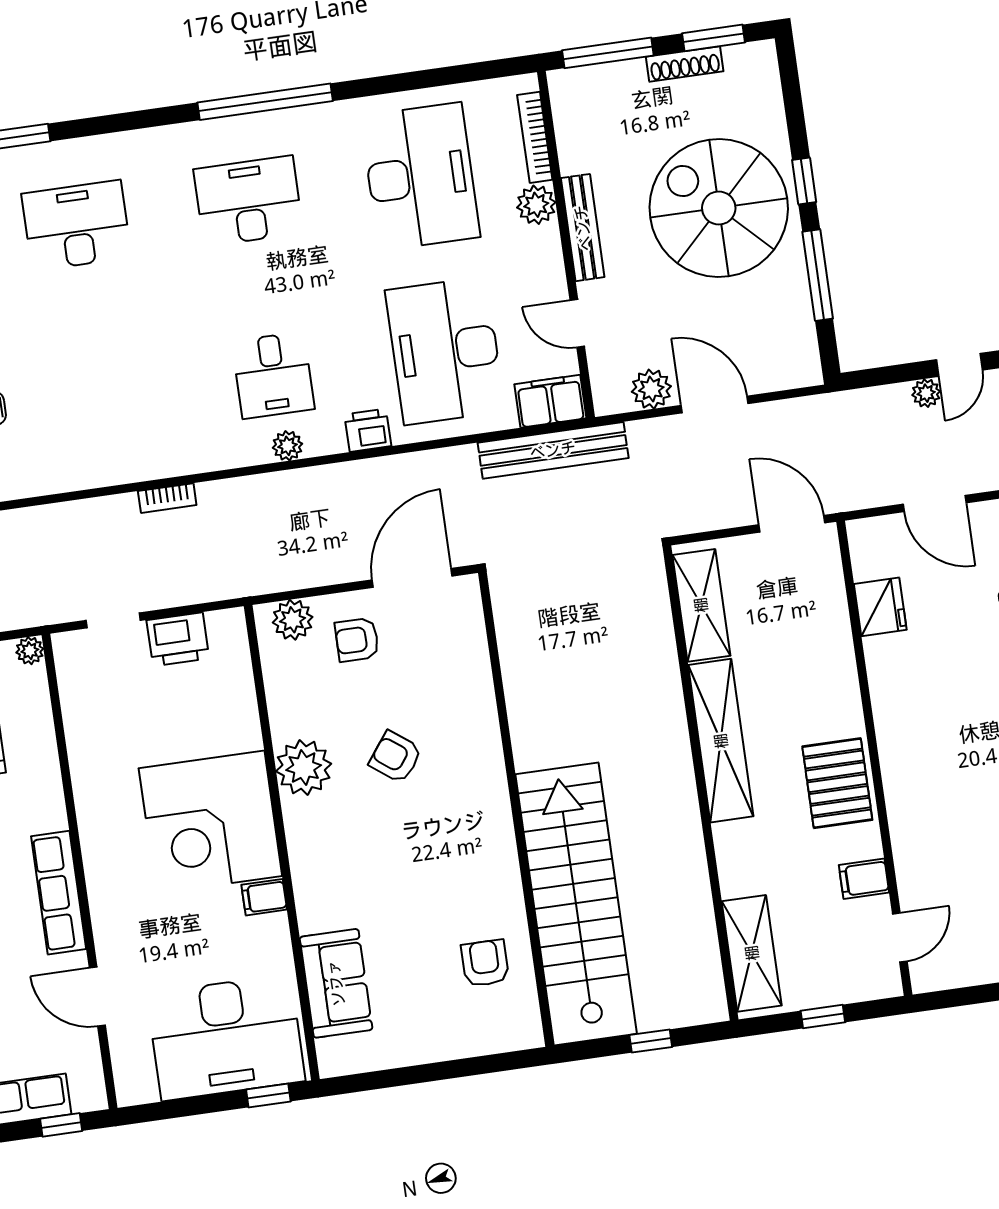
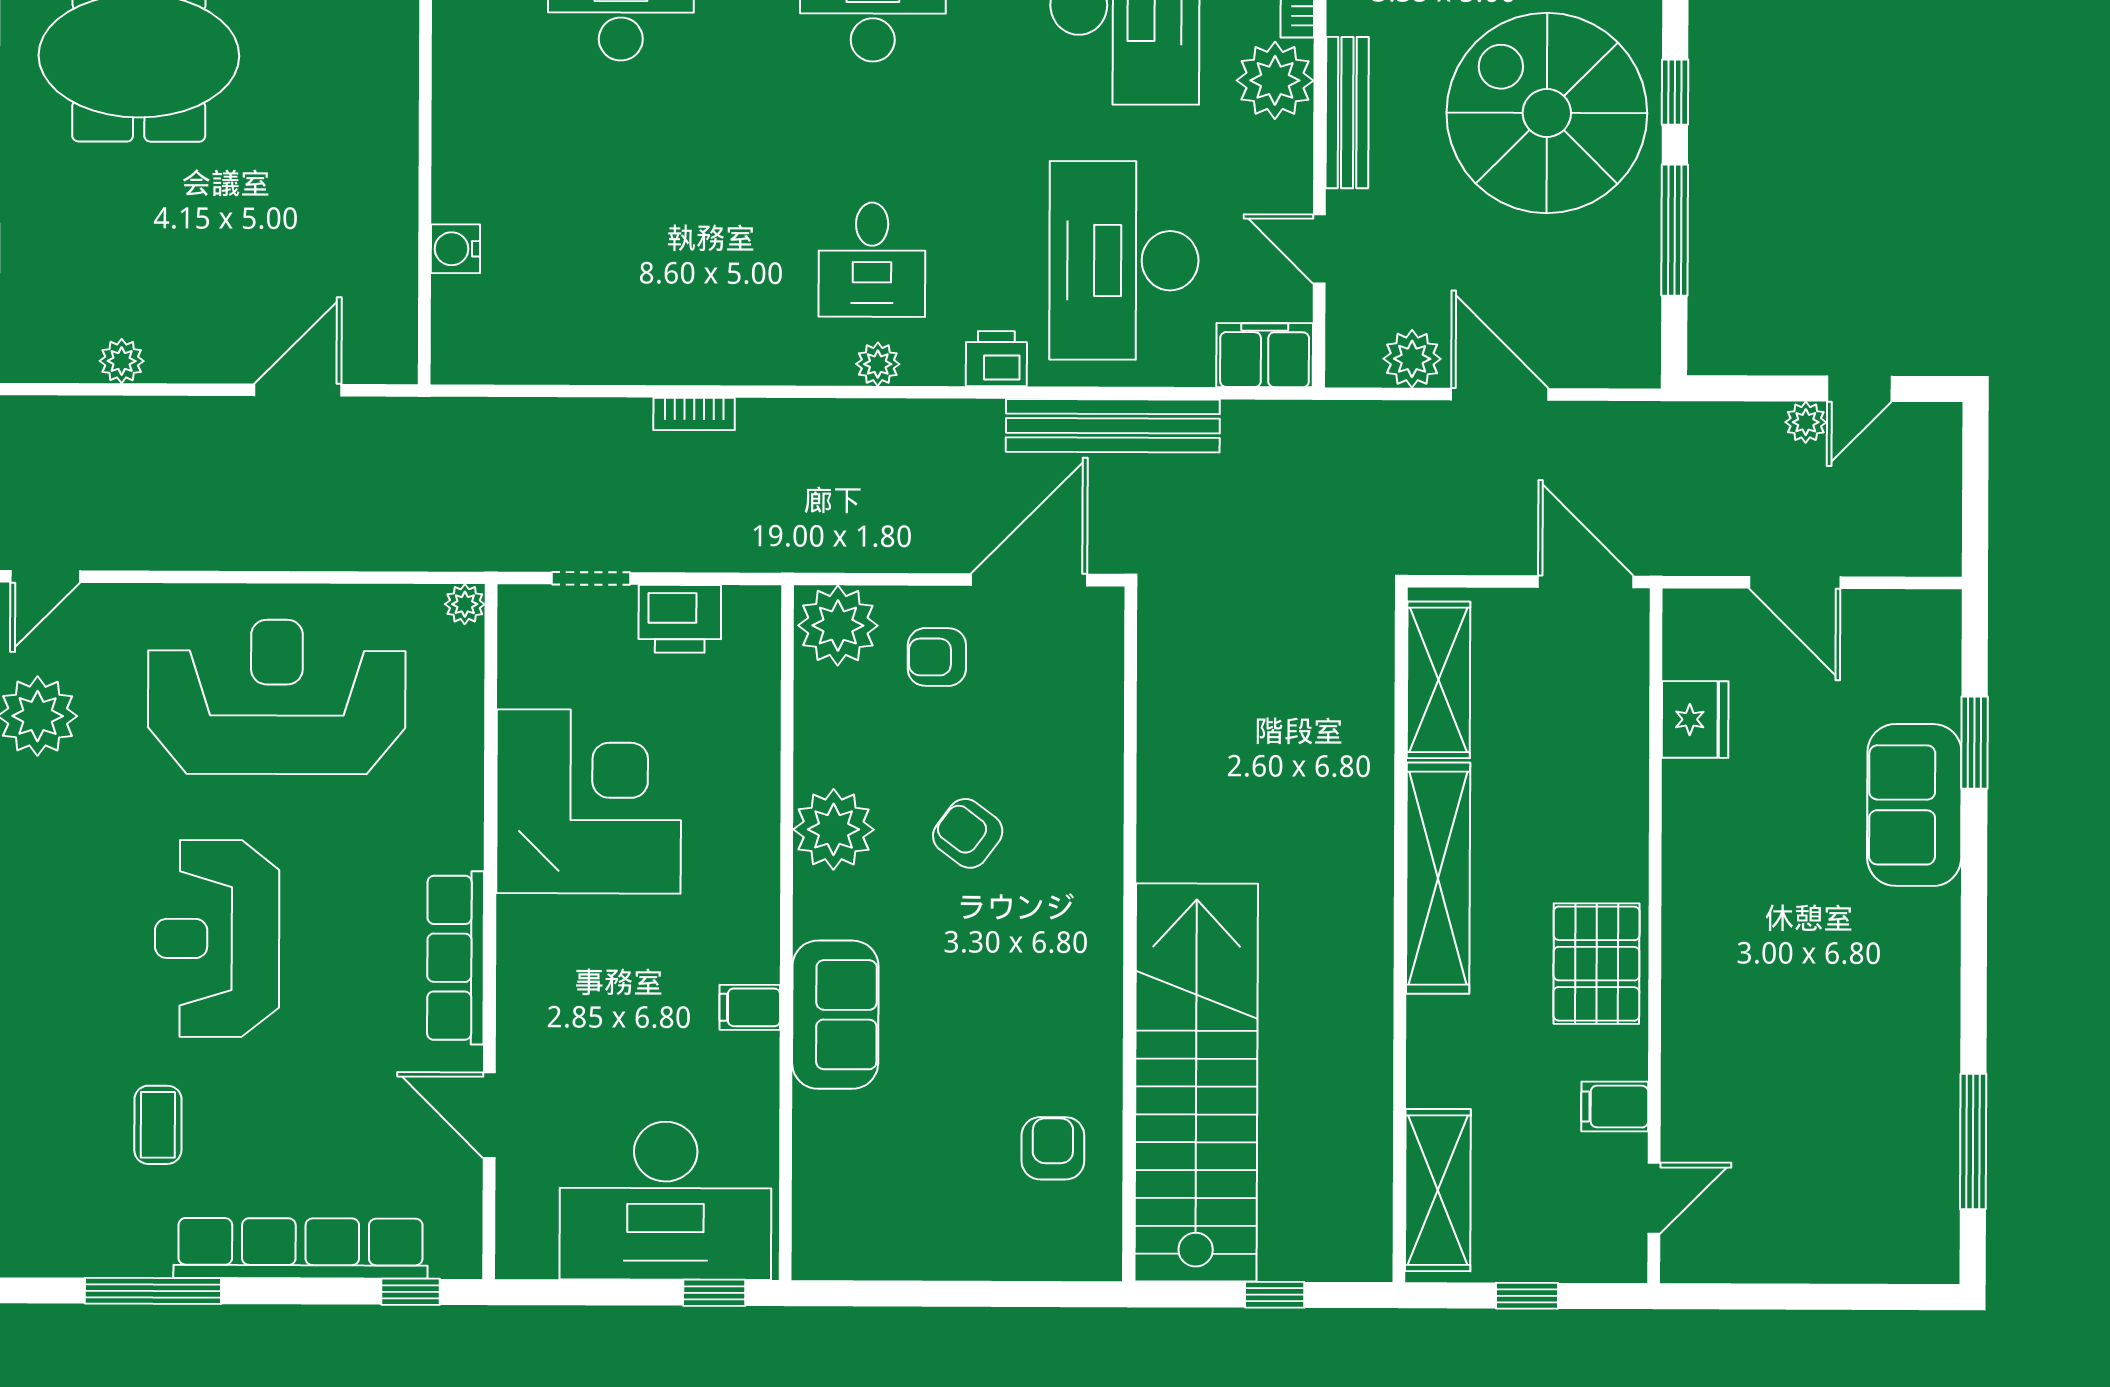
plant: (536, 205) -> (1275, 80), width x1.36, depth x1.36
bench: (553, 450) -> (1113, 426), moved
plant: (293, 620) -> (838, 626), width x1.36, depth x1.36
corner desk: (210, 822) -> (589, 801), moved, turned 180
sofa: (336, 983) -> (835, 1015), moved

